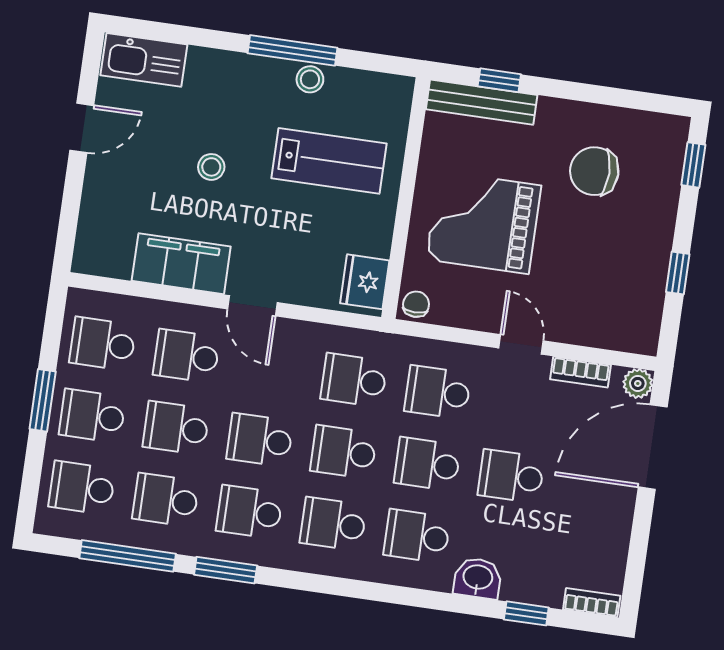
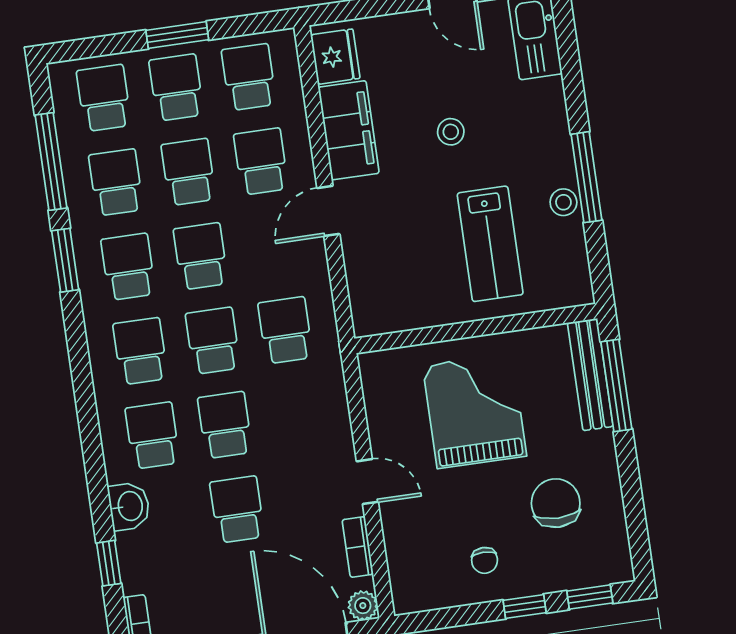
window: (499, 80) -> (616, 386), width x2.17
window: (678, 273) -> (525, 607), moved
fridge: (365, 282) -> (335, 57), moved, turned 90
chair: (416, 304) -> (485, 560), moved, turned 90
door: (521, 344) -> (367, 482), hinge flipped
school desk: (438, 392) -> (297, 415), removed

